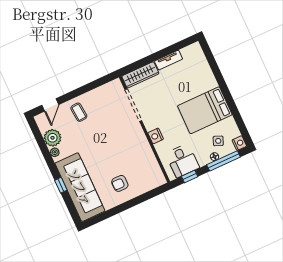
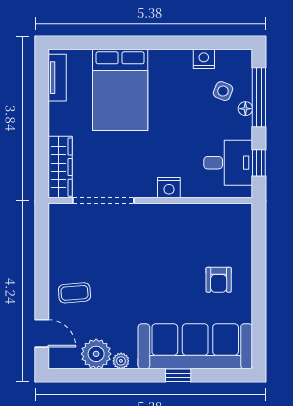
tv unit: (169, 60) -> (57, 78), moved
bed: (205, 110) -> (120, 90), moved
nightstand: (239, 143) -> (204, 59), moved

